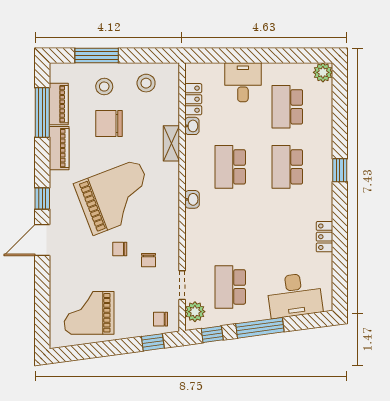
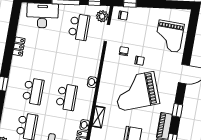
window: (42, 198) -> (177, 110), moved
grand piano: (89, 313) -> (169, 36), moved, turned 90

